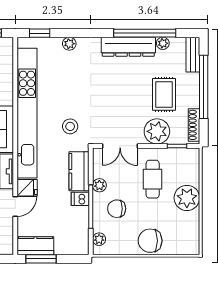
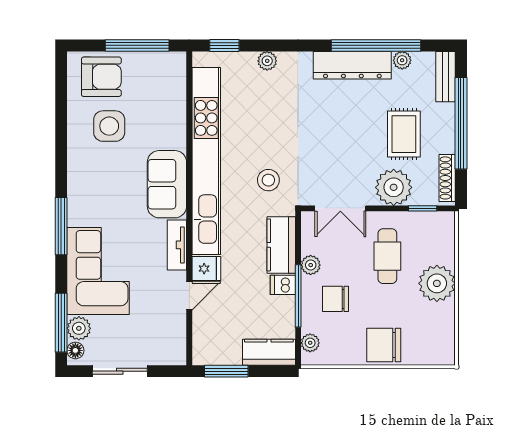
kitchen counter: (35, 246) -> (269, 352), moved

